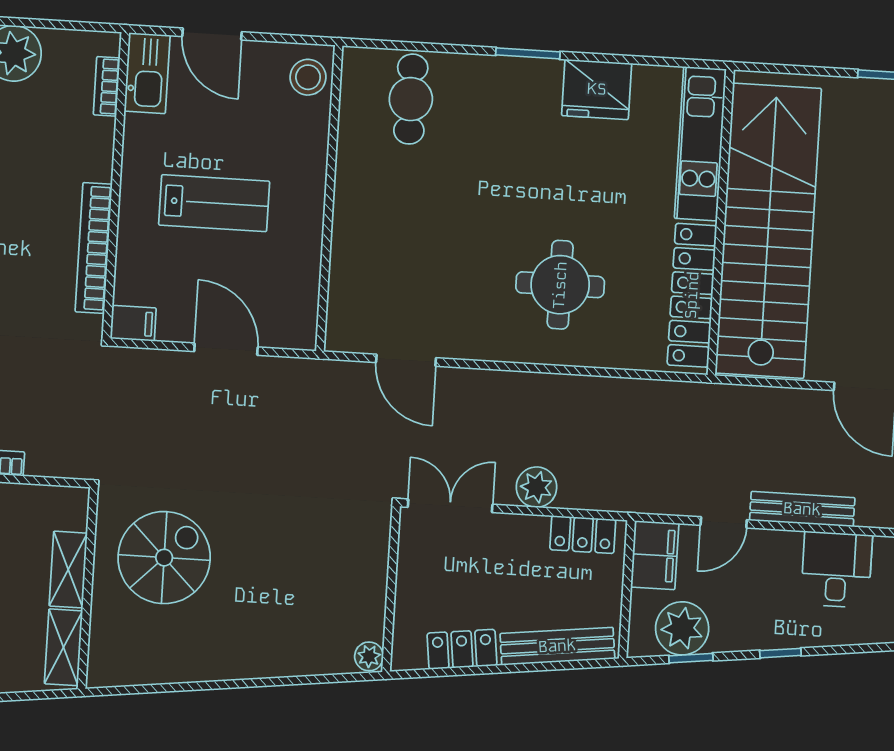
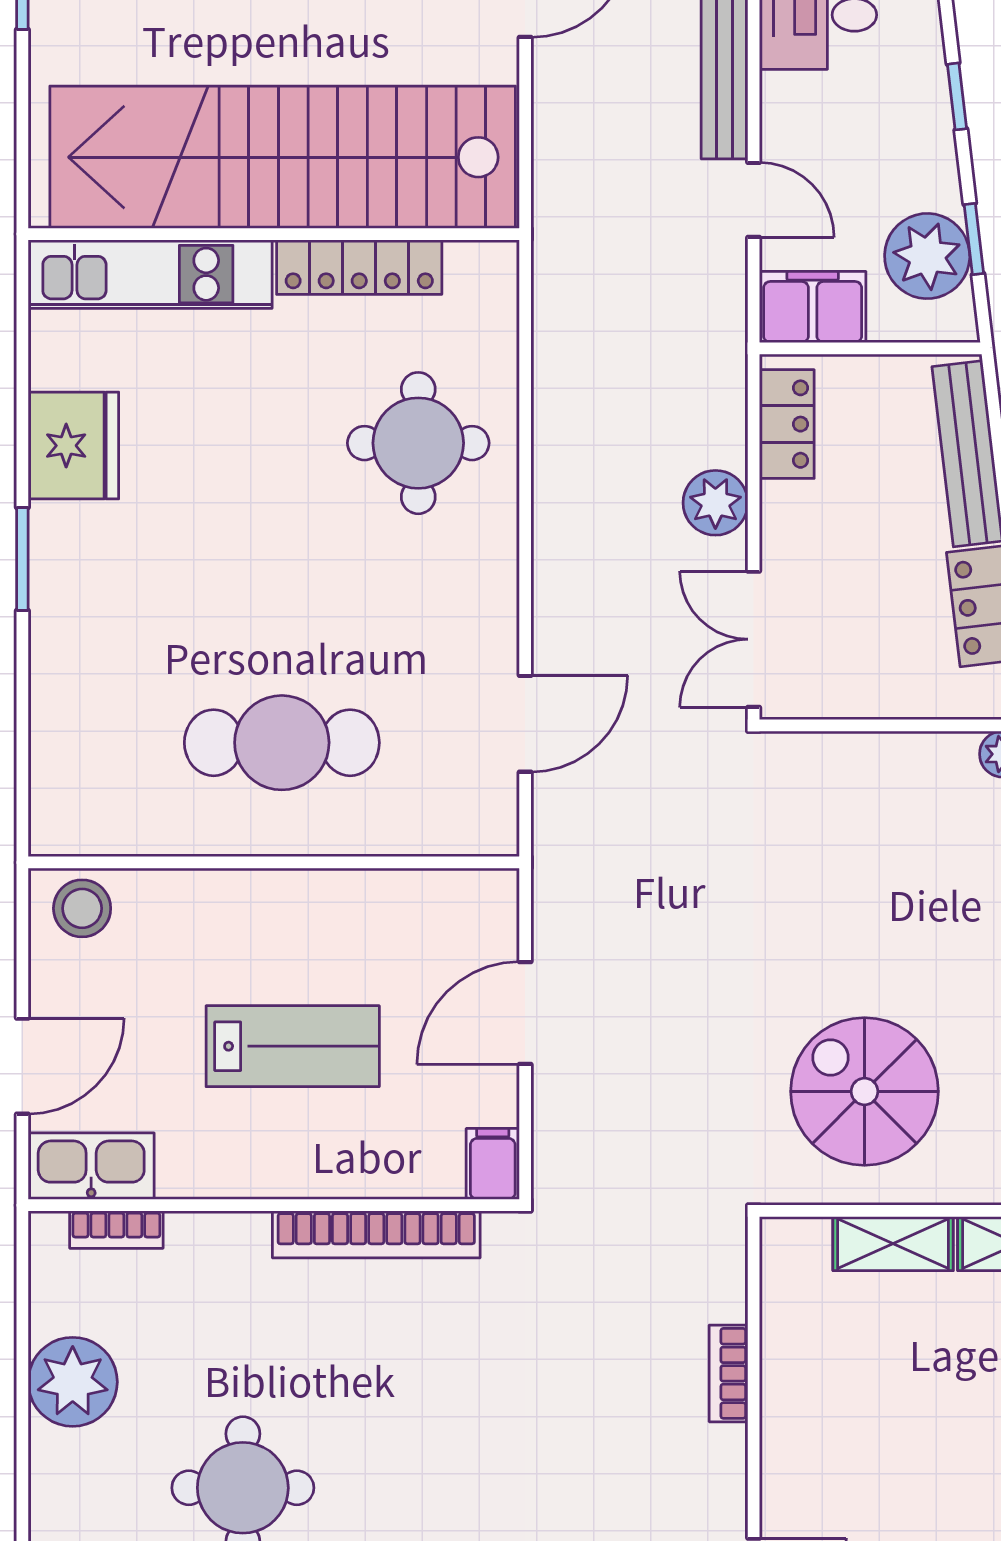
cafe table: (411, 99) -> (282, 743), moved, width x1.37, depth x1.35
lab bench: (214, 203) -> (293, 1046), turned 90
round table: (560, 285) -> (418, 443), moved
locker: (692, 295) -> (359, 267), width x0.71, depth x0.83

